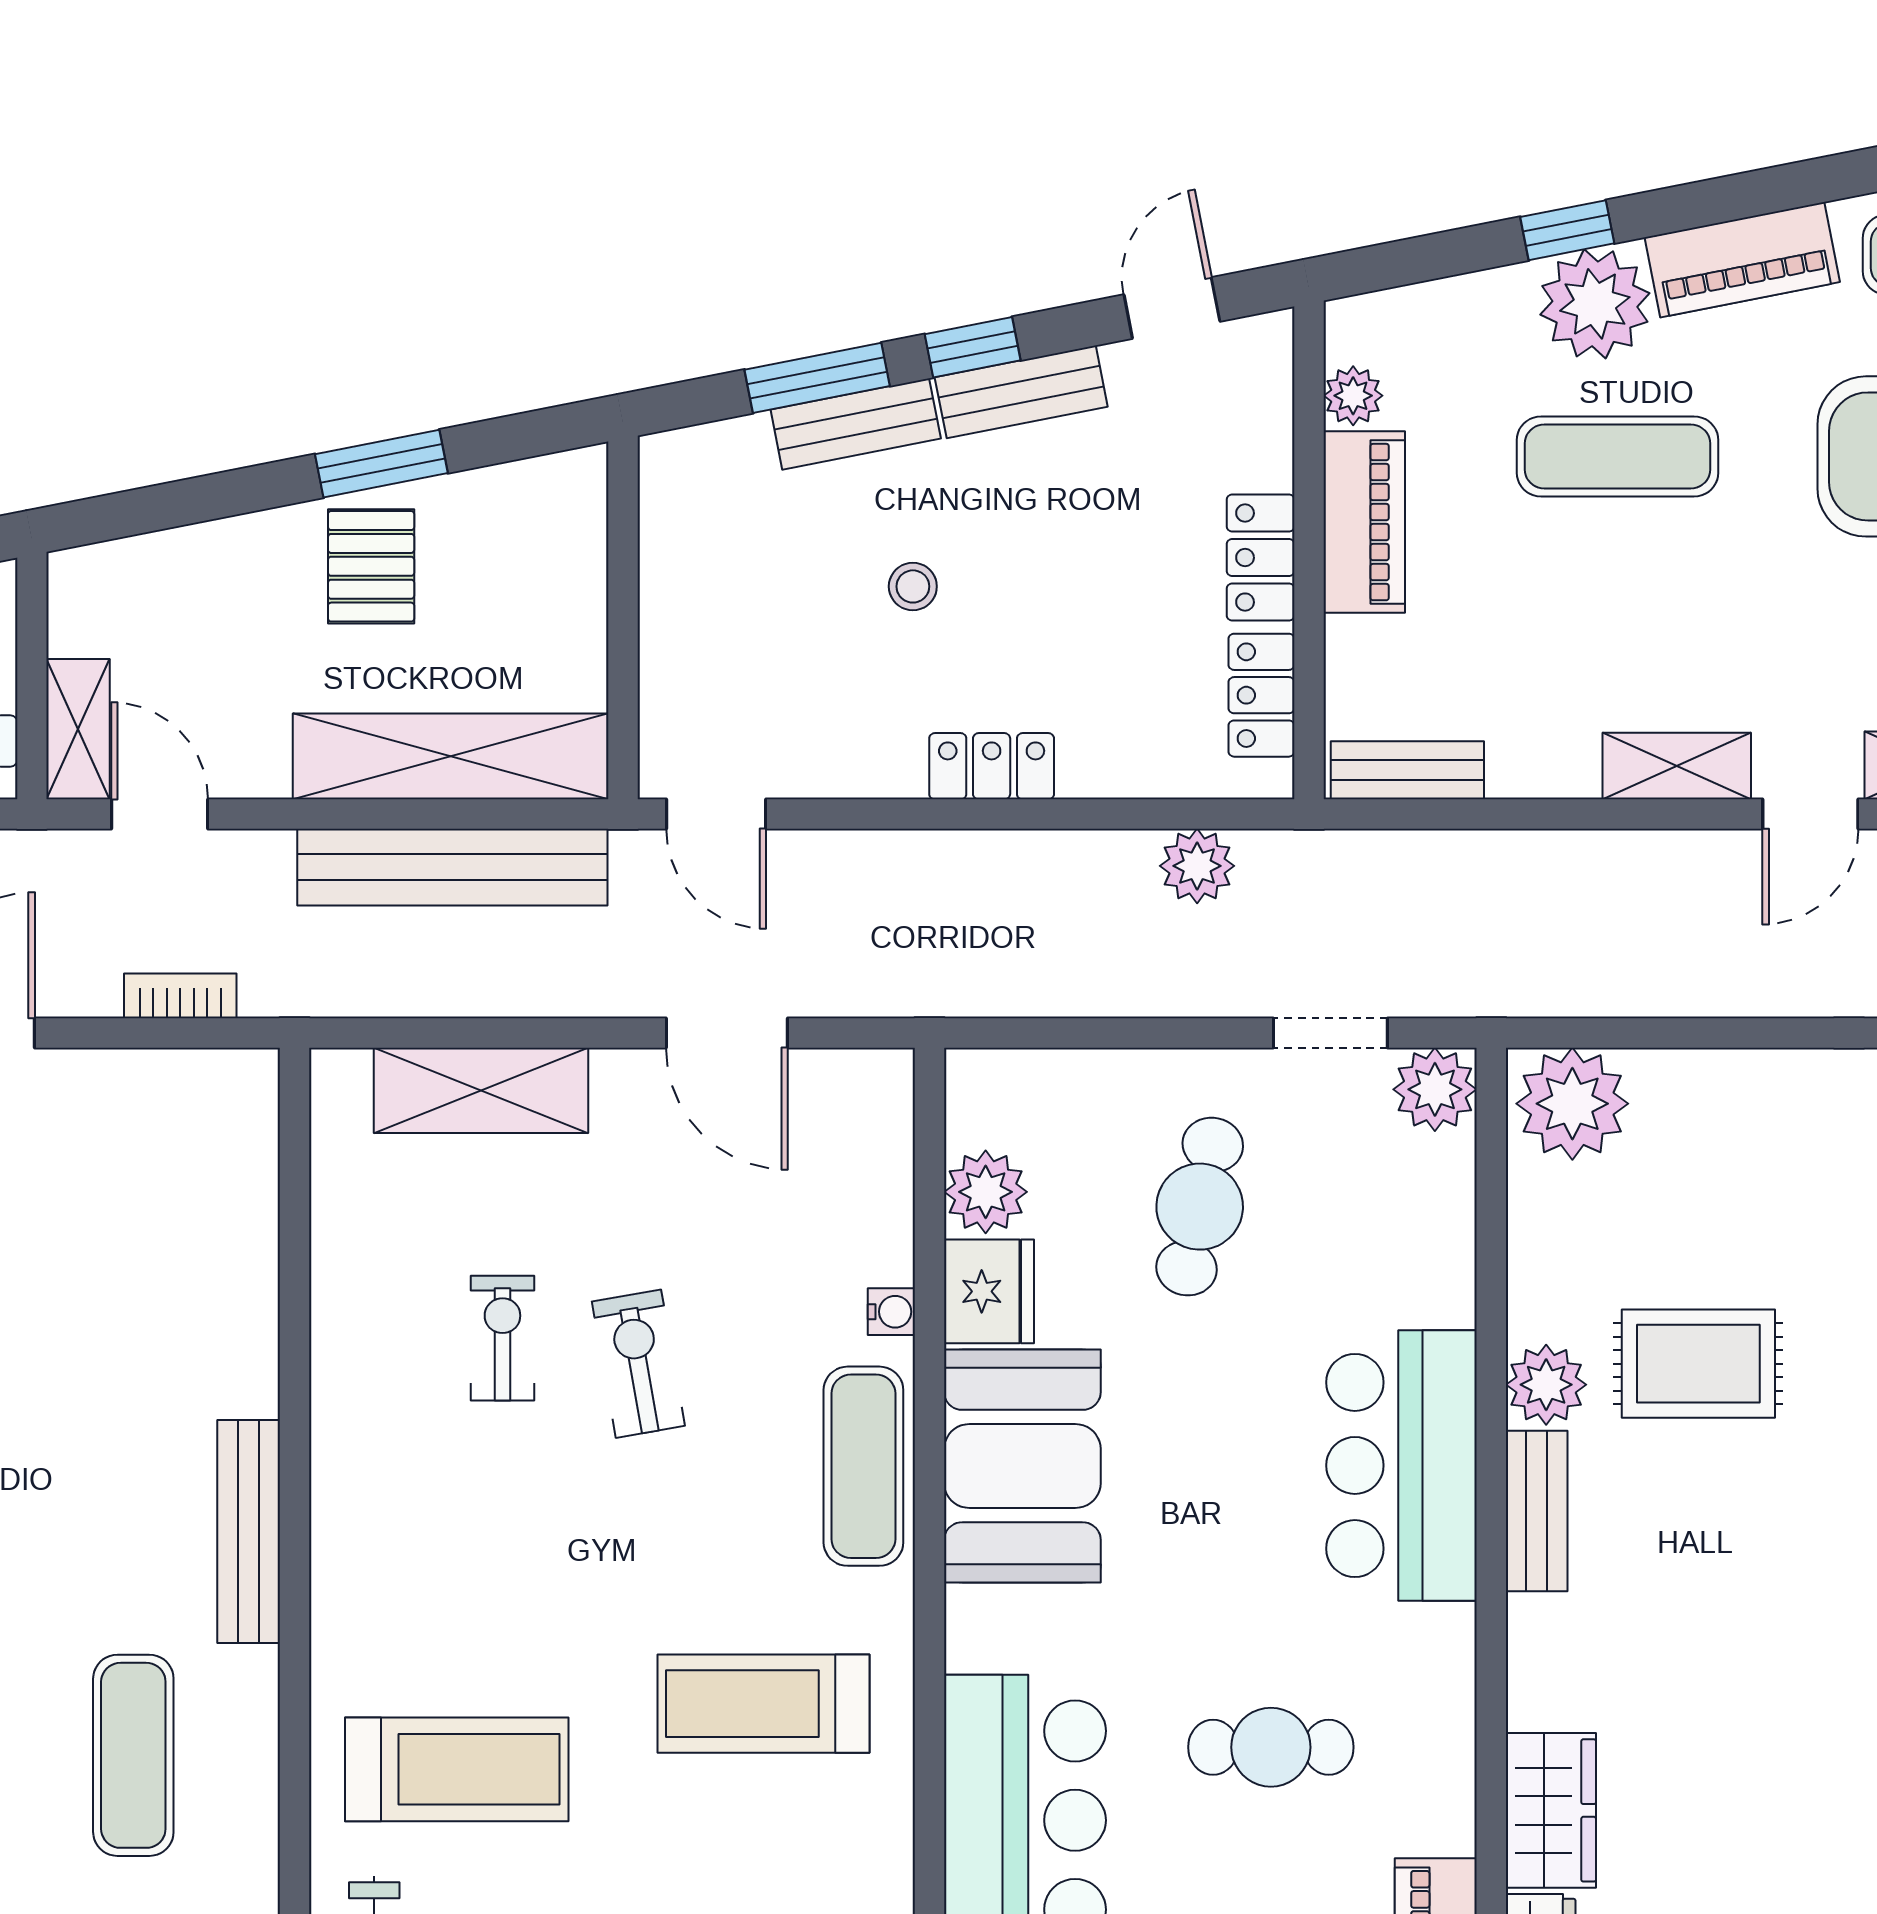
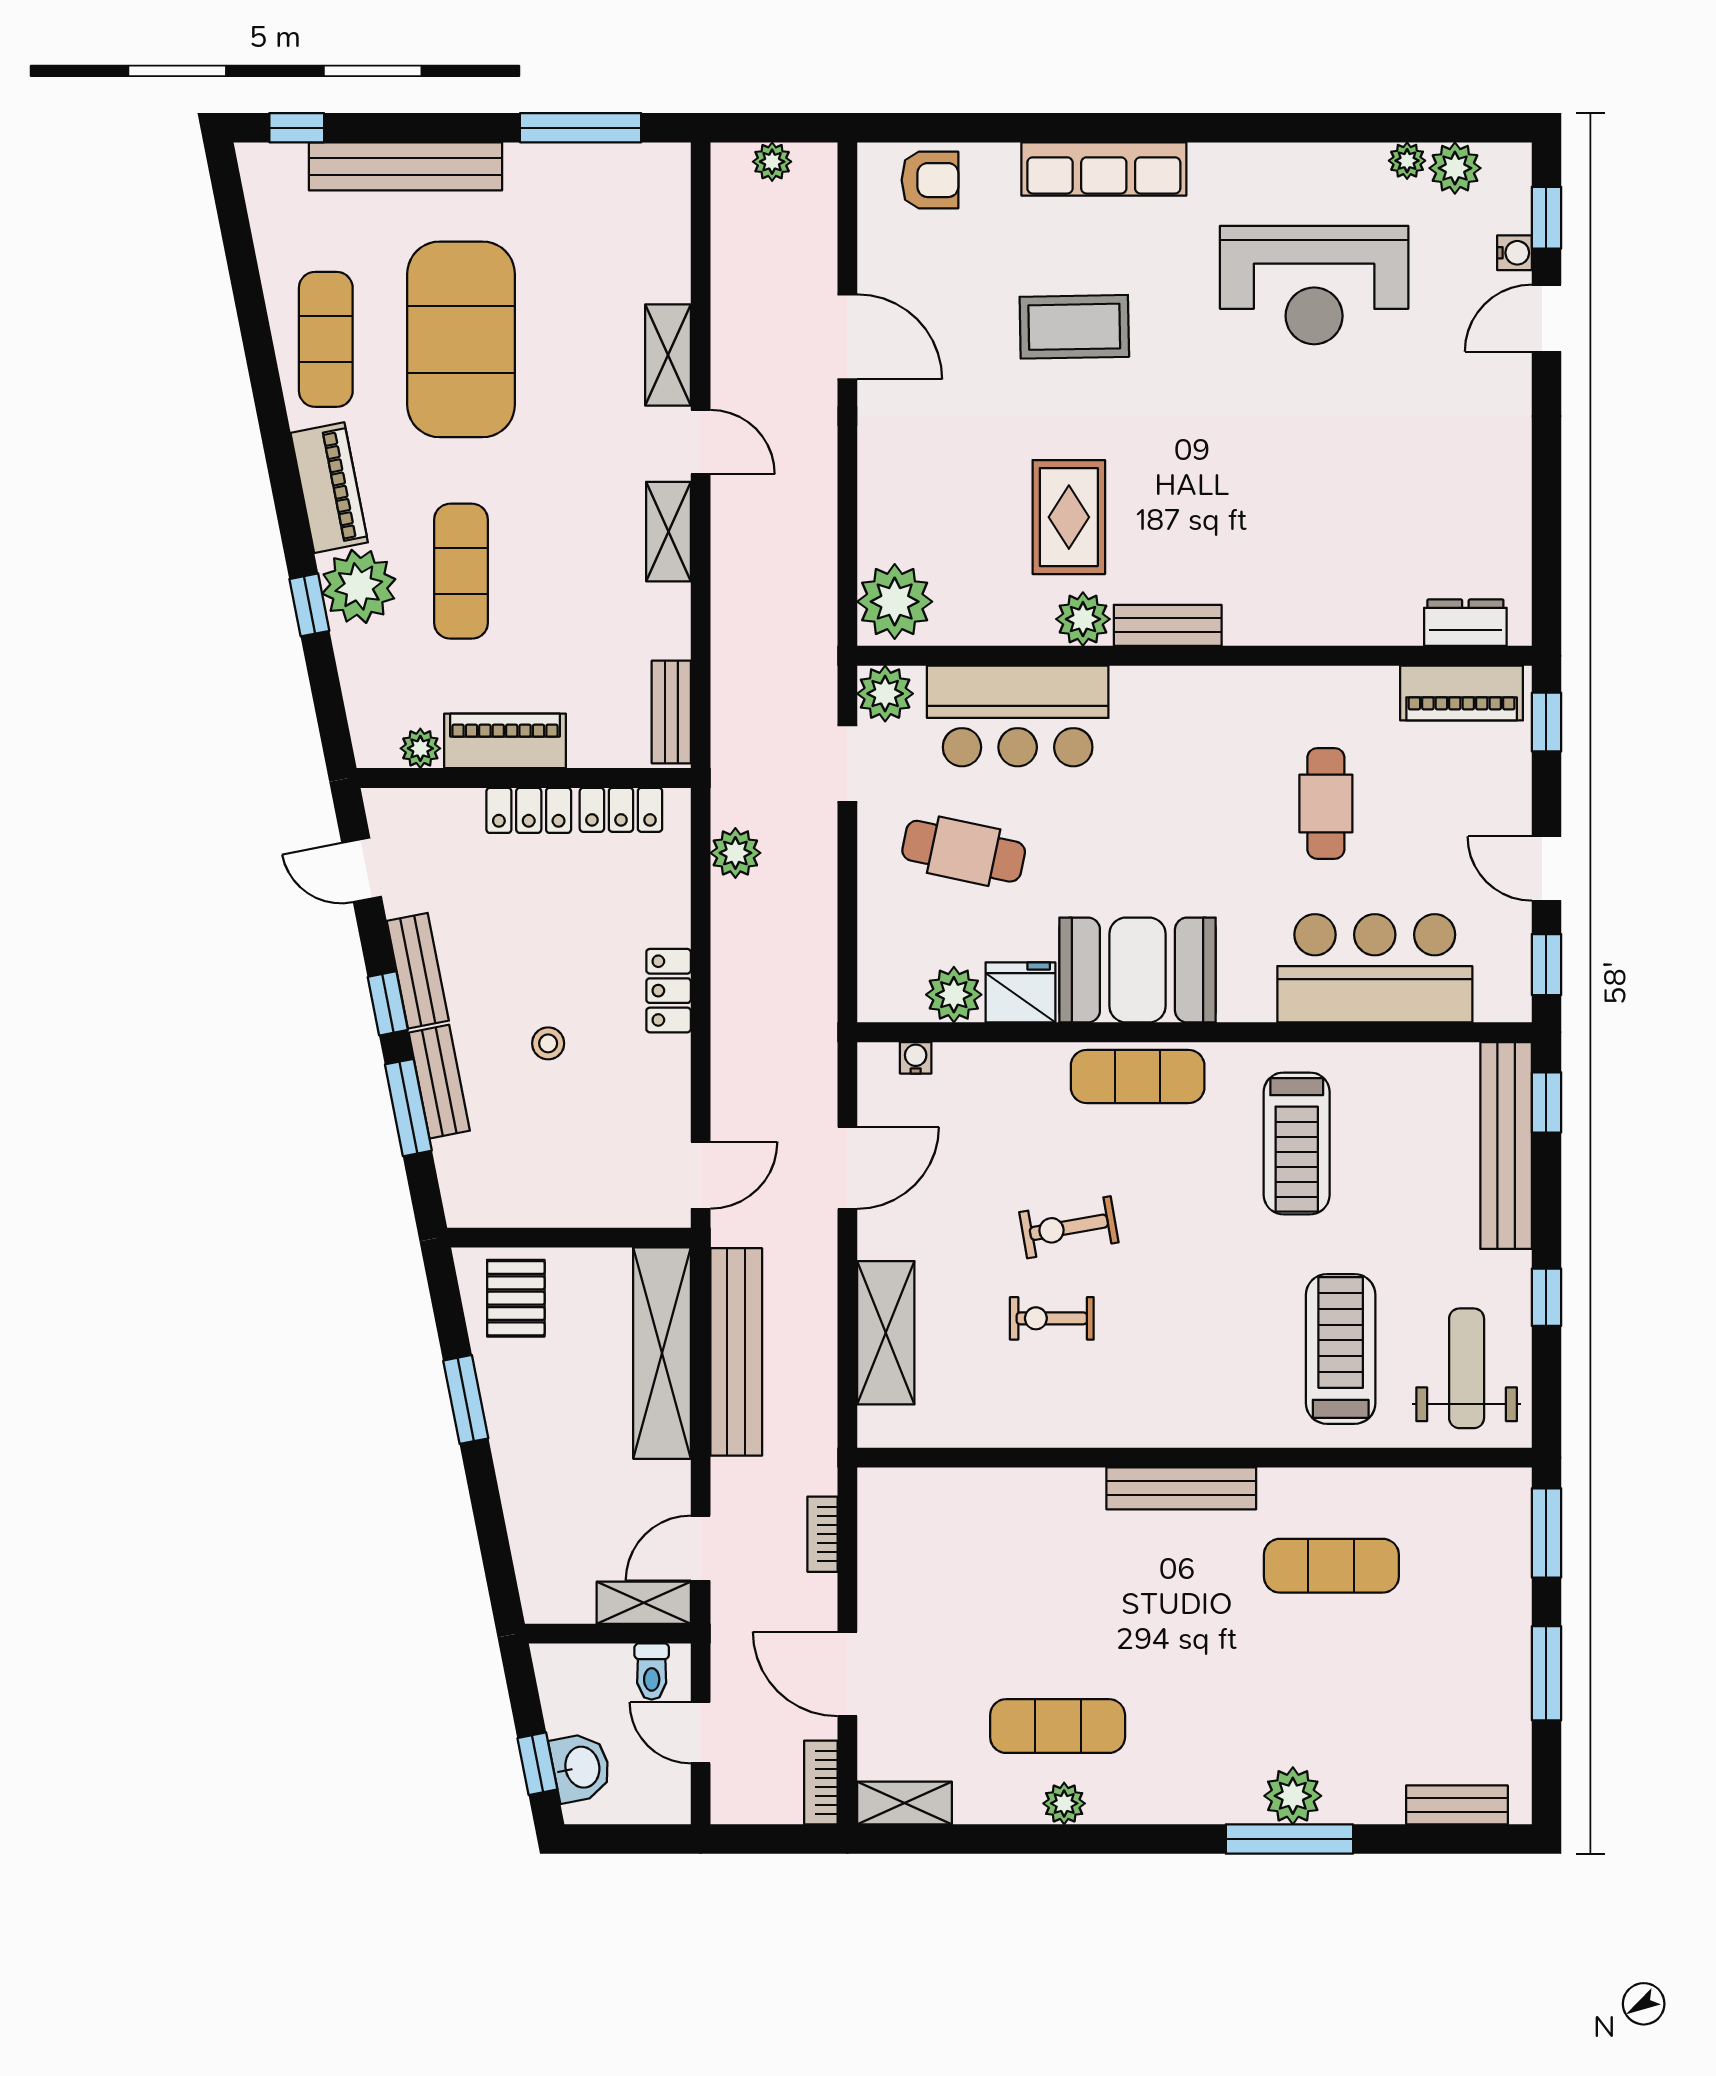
pallet: (371, 566) -> (516, 1298), moved, turned 90
water cooler: (891, 1312) -> (916, 1058), moved
bar counter: (1402, 1465) -> (1018, 716), moved
wardrobe: (1551, 1810) -> (1368, 616), removed

